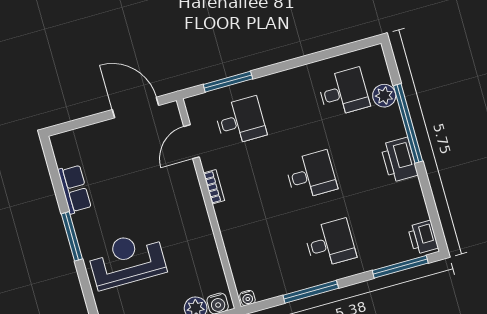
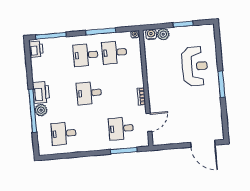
plant: (384, 96) -> (41, 110), moved
door: (135, 107) -> (203, 144), moved
row of seats: (74, 189) -> (215, 109), removed
desk: (279, 258) -> (114, 52), added
reception desk: (127, 260) -> (195, 66), turned -90

